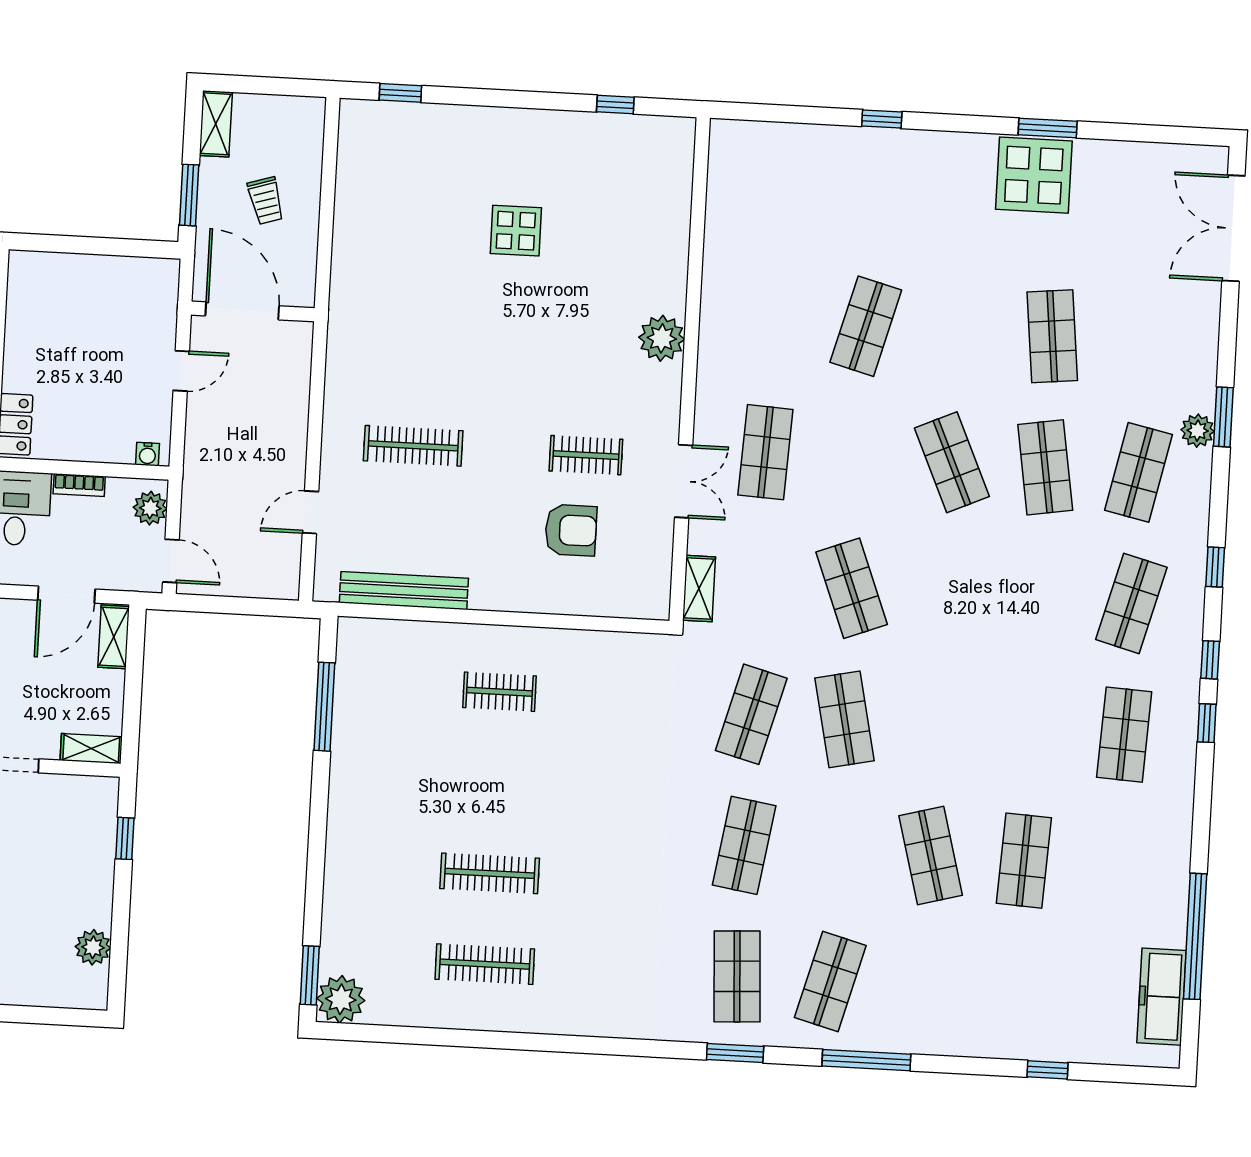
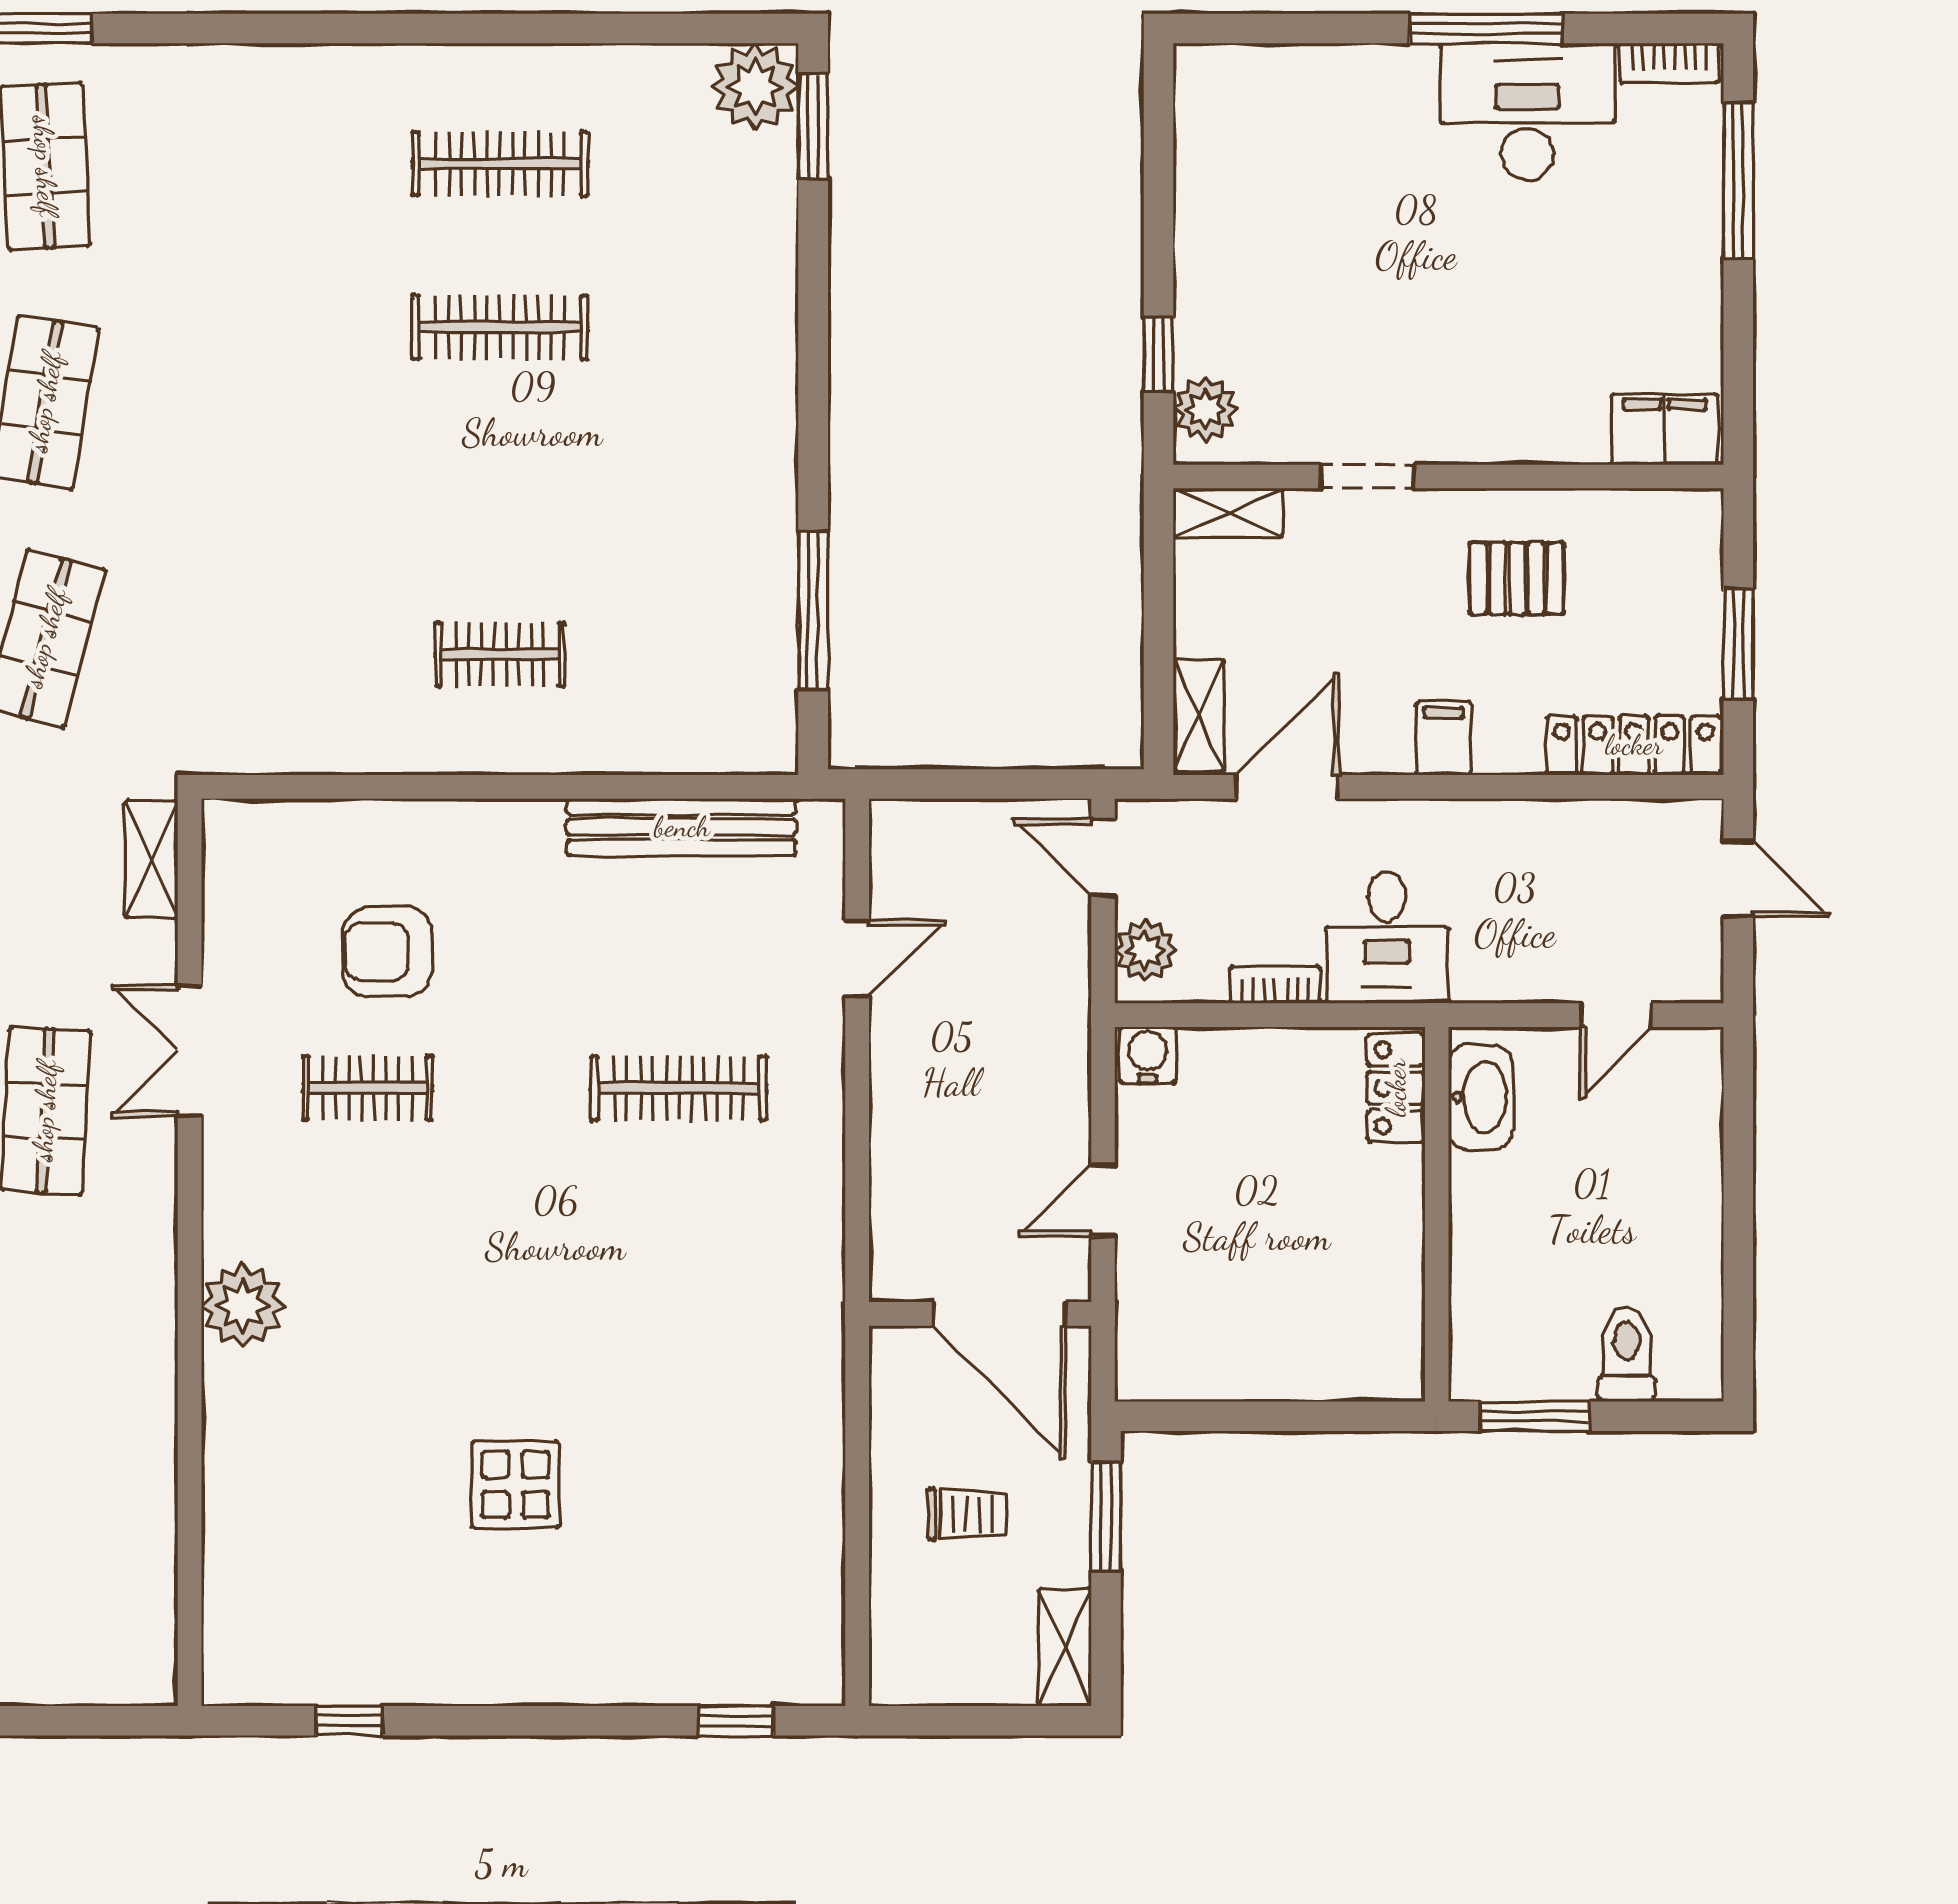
trolley: (266, 201) -> (968, 1514), turned 107
water cooler: (147, 454) -> (1148, 1055), width x1.38, depth x1.38
plant: (93, 947) -> (1205, 409), moved

